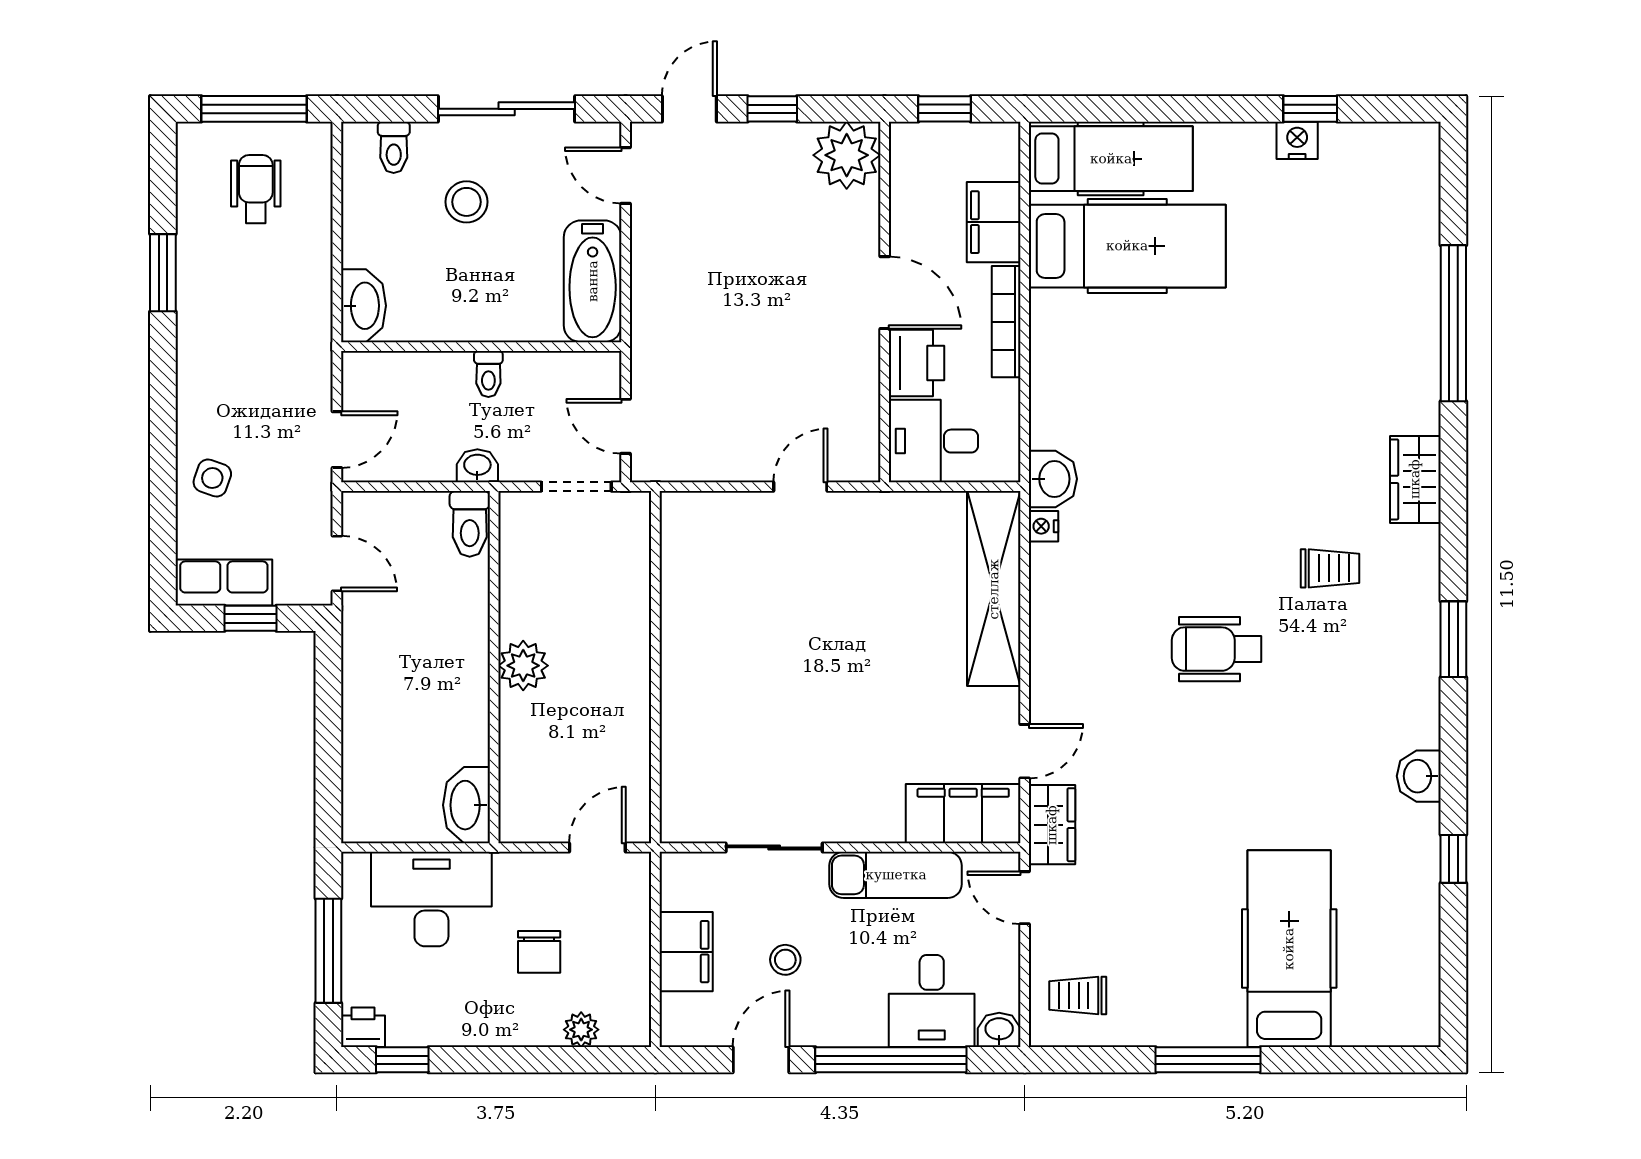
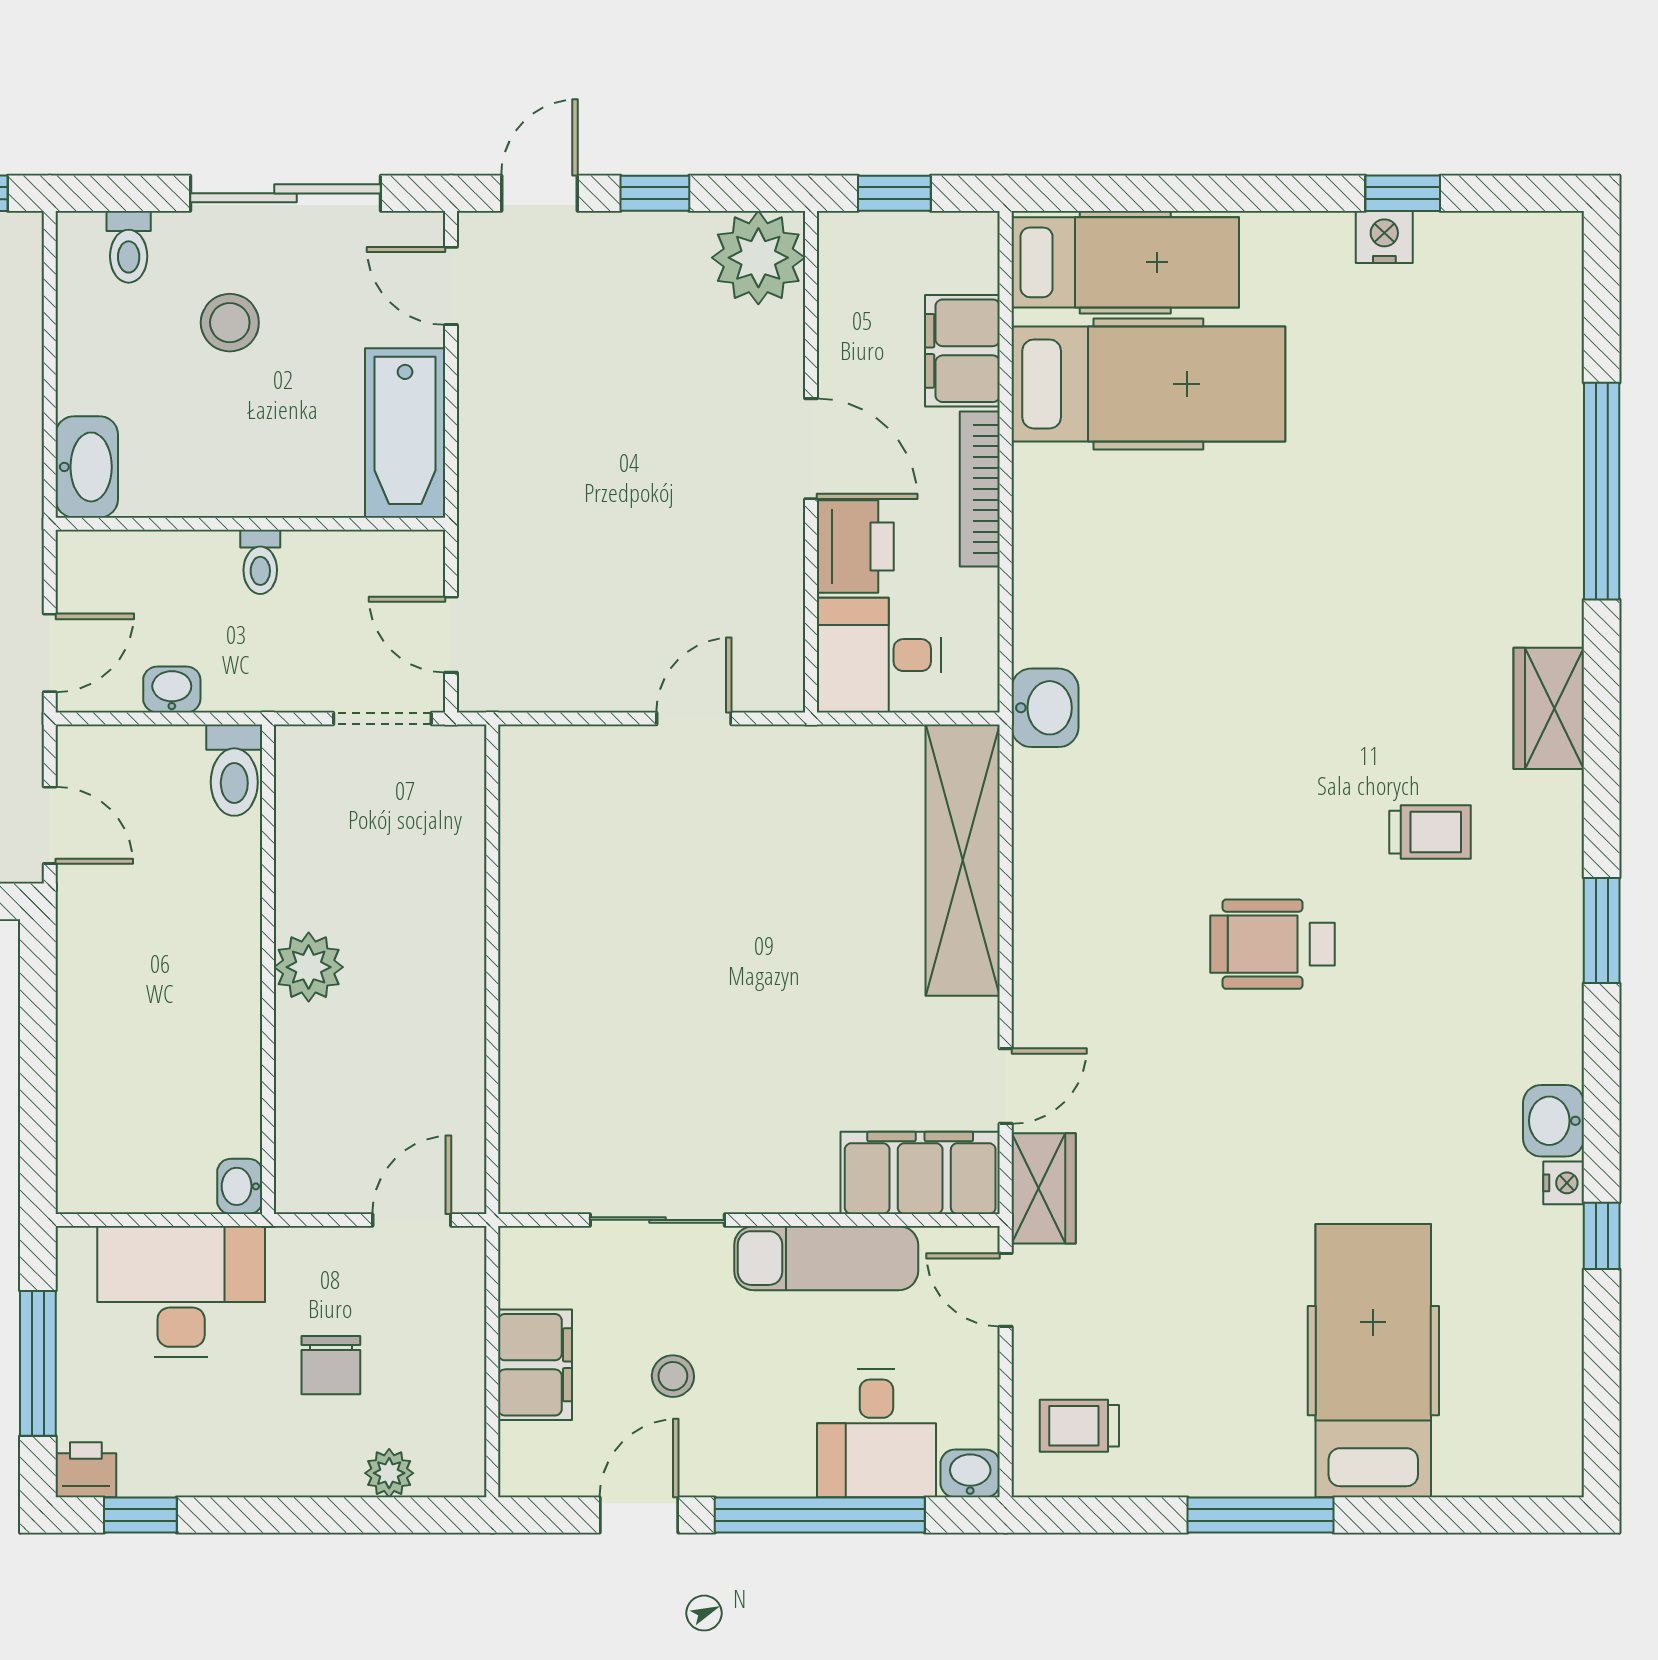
washbasin: (477, 466) -> (172, 689), moved
nightstand: (1043, 526) -> (1564, 1183), moved, turned 180
washbasin: (466, 805) -> (240, 1186), width x0.52, depth x0.69

